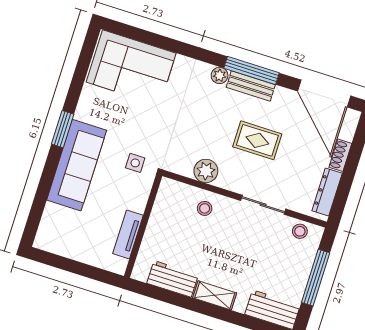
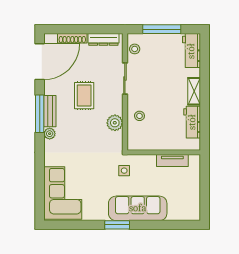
shoe rack: (340, 155) -> (72, 38), width x1.43

